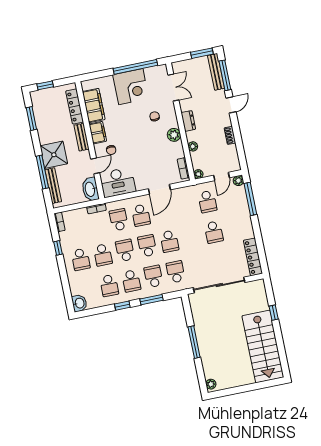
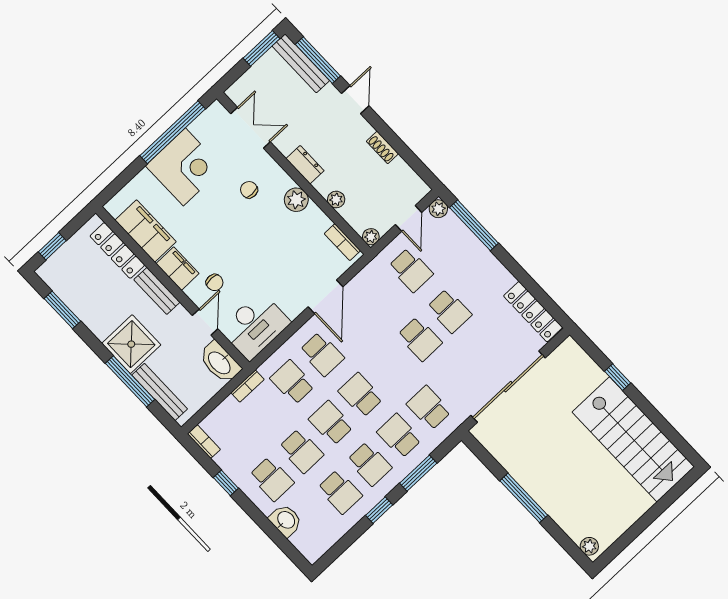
school desk: (169, 241) -> (420, 339), moved
washbasin: (79, 303) -> (286, 520), moved

